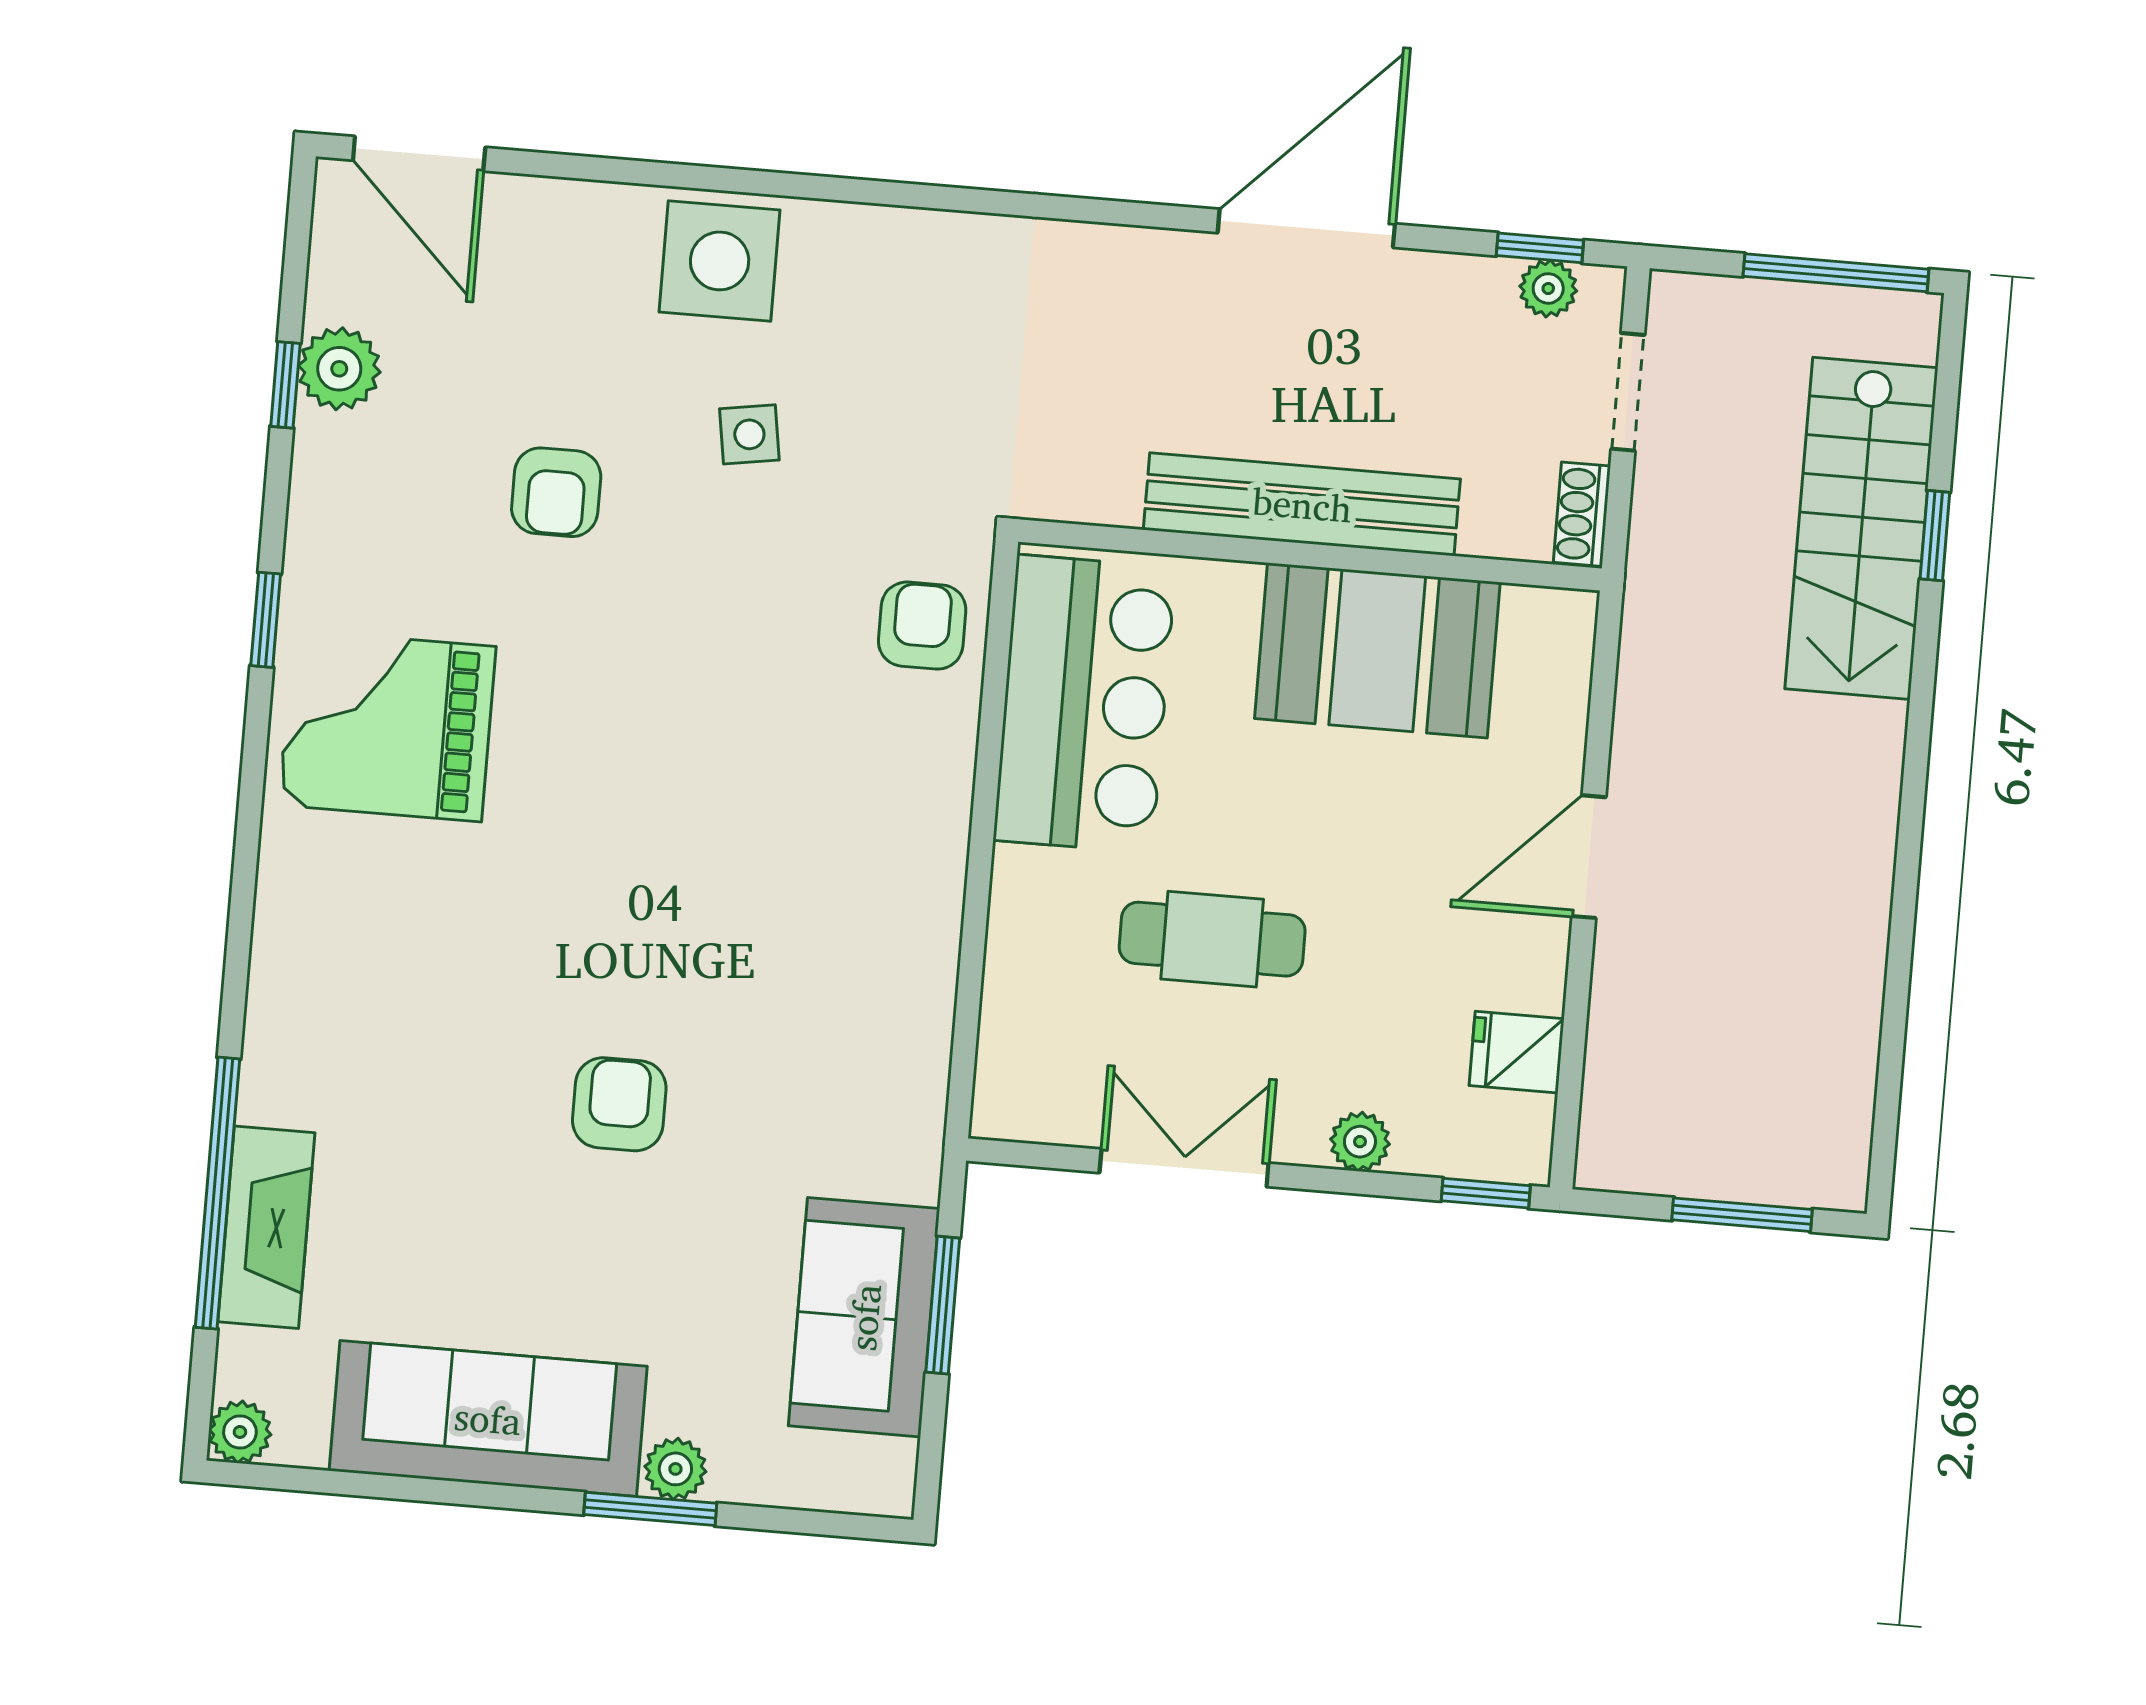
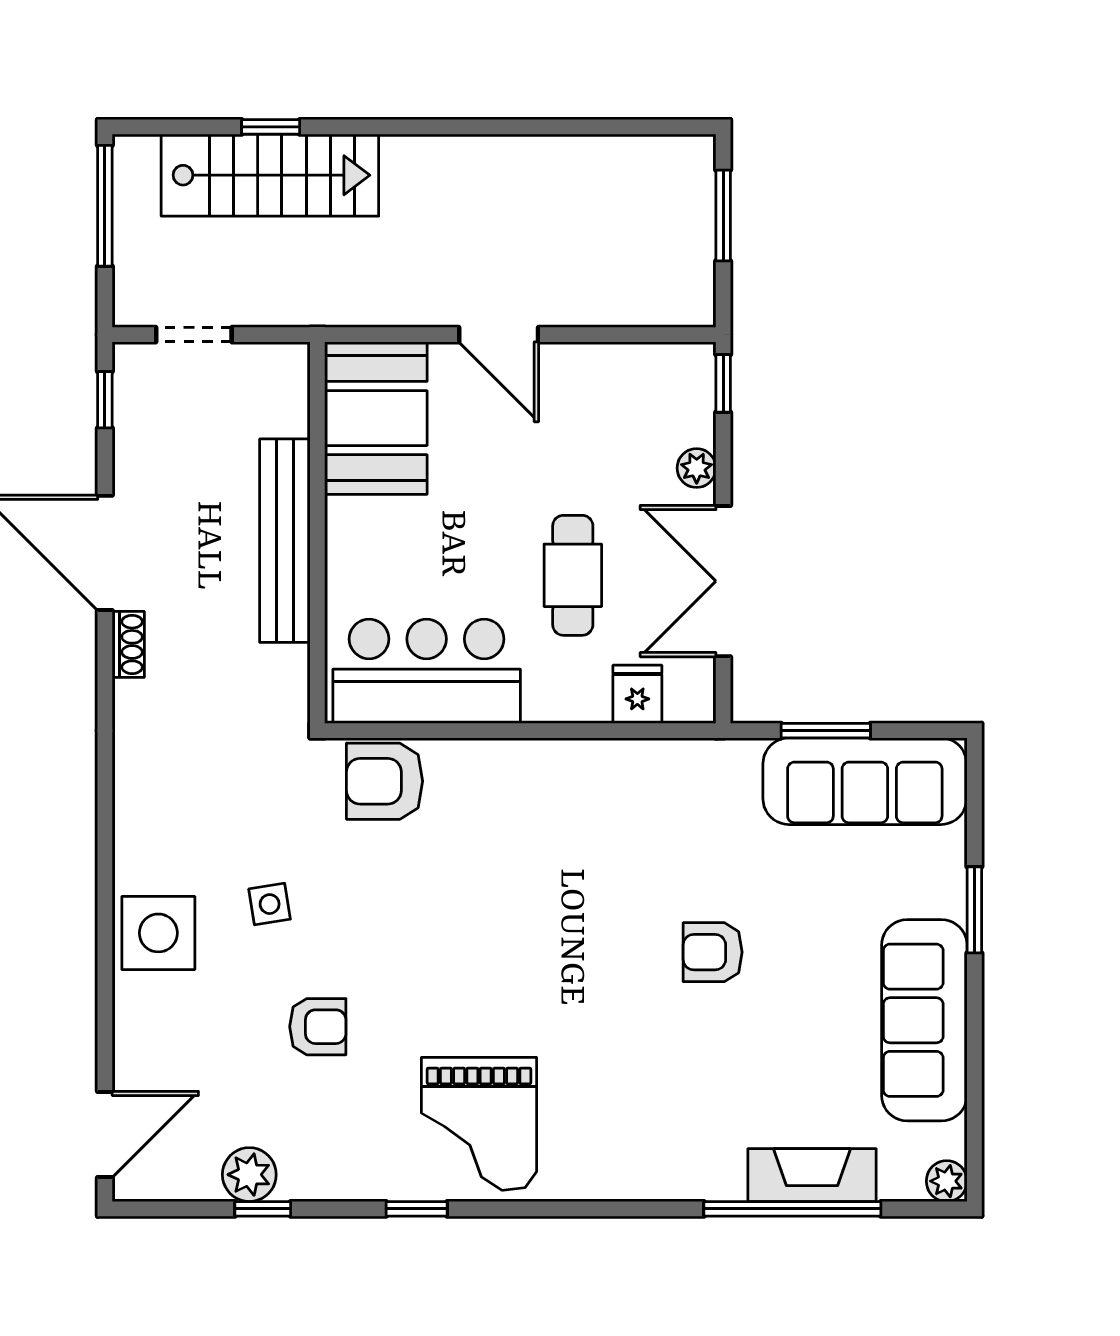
plant: (1548, 288) -> (131, 392), removed
shoe rack: (1582, 514) -> (128, 644), moved, turned -90
armchair: (922, 626) -> (385, 781), width x1.38, depth x1.38
booth: (1377, 650) -> (376, 418), moved
fridge: (1517, 1052) -> (637, 694), moved, turned 180
double door: (1184, 1168) -> (723, 581), width x1.37
sofa: (864, 1317) -> (865, 781), width x1.36
plant: (675, 1469) -> (947, 896), removed

